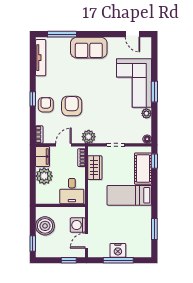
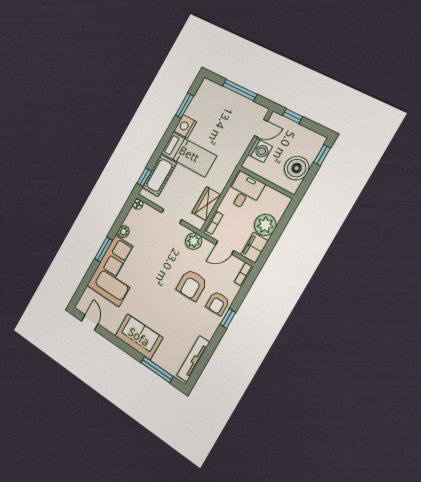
nightstand: (118, 250) -> (185, 126), moved, turned -90

